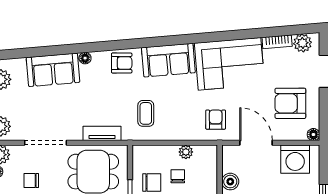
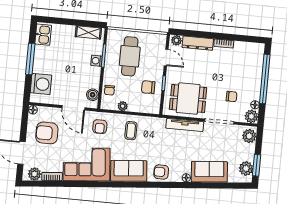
armchair: (290, 103) -> (47, 133), turned 180
coffee table: (146, 113) -> (131, 131), moved
tv unit: (102, 133) -> (185, 125), width x1.41
washing machine: (295, 159) -> (41, 84), moved, turned 90
chair: (178, 176) -> (109, 90), moved
boiler: (230, 182) -> (93, 95), moved

